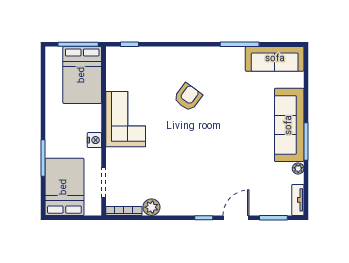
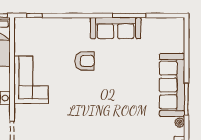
sofa: (275, 59) -> (116, 28), moved
armchair: (188, 97) -> (85, 61), turned 53

